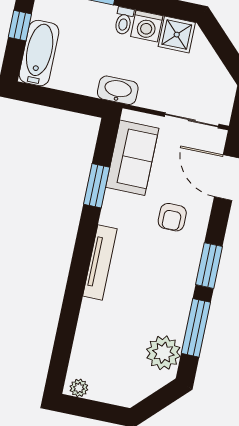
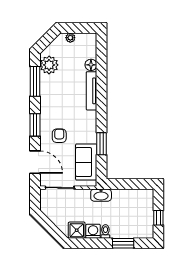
bathtub: (39, 53) -> (146, 206), removed
tv unit: (100, 262) -> (92, 91), moved
window: (209, 266) -> (35, 125), moved
floor lamp: (85, 337) -> (91, 65), added
plant: (79, 388) -> (70, 38), moved

